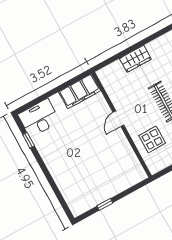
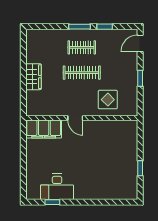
filing cabinet: (80, 91) -> (44, 129), moved, turned 90
desk: (39, 118) -> (57, 187), moved, turned -90

